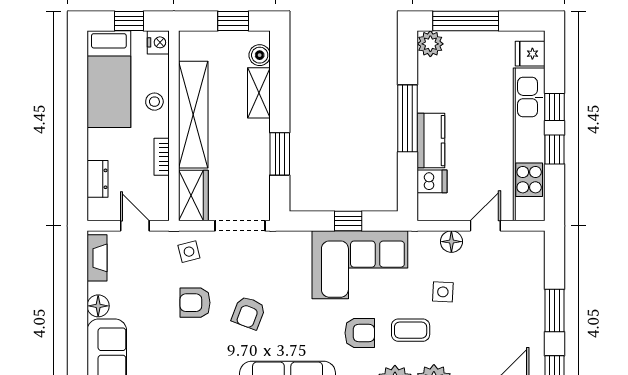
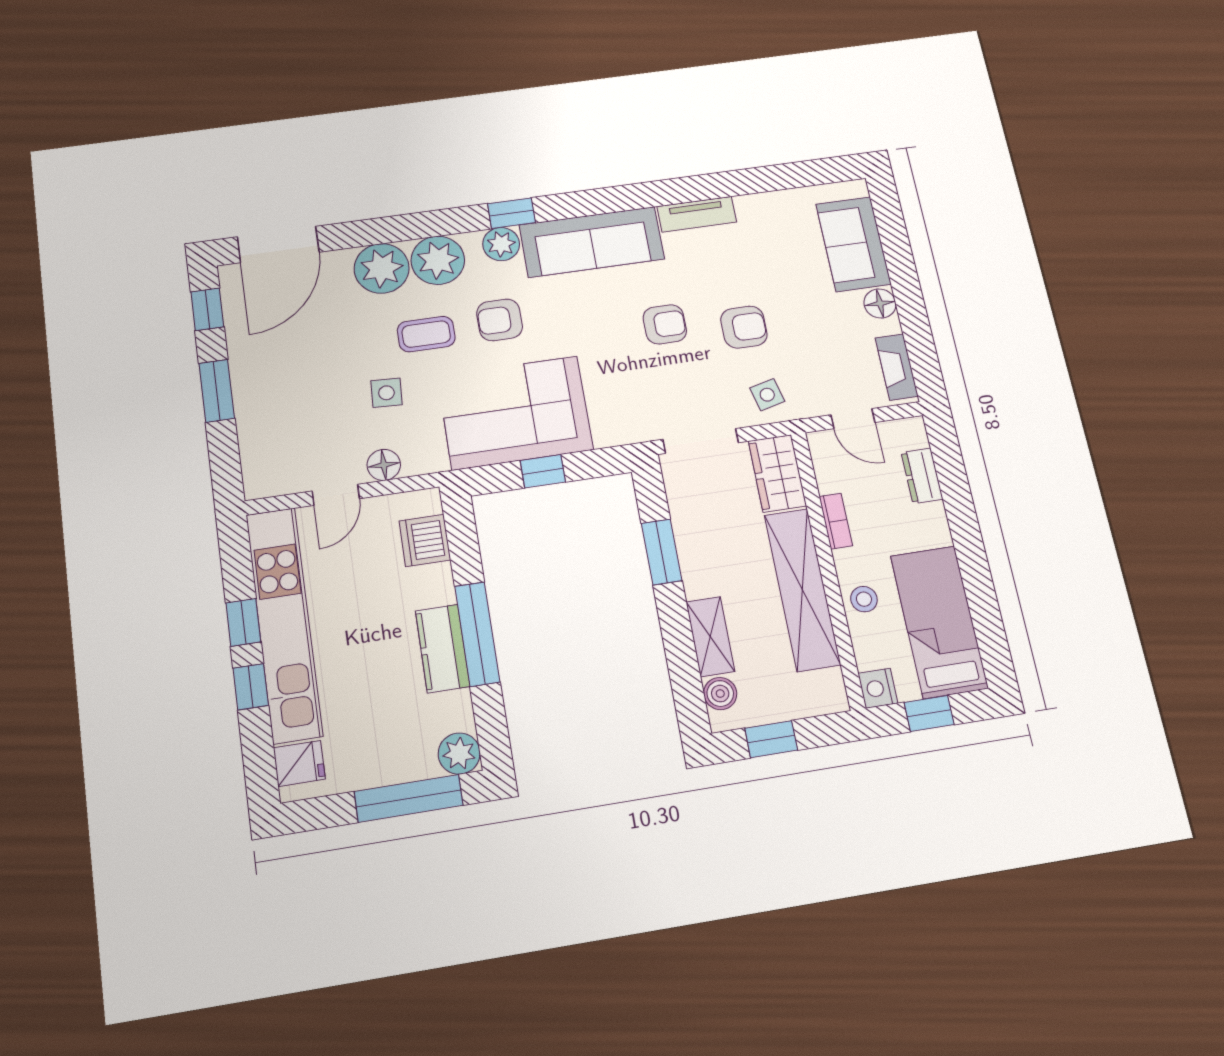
kitchen counter: (431, 141) -> (443, 648), moved
dishwasher: (432, 181) -> (425, 540), width x1.38
armchair: (248, 313) -> (665, 324), turned 69

